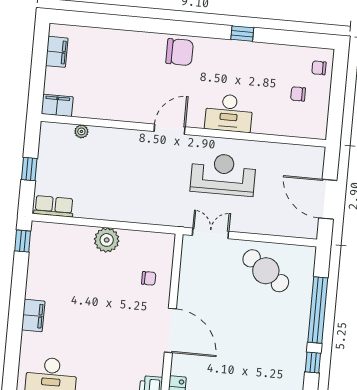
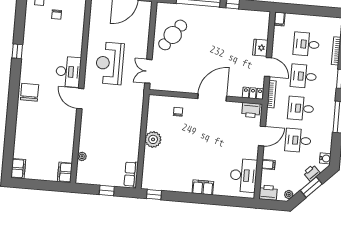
filing cabinet: (57, 52) -> (18, 169), moved, turned 90
desk: (229, 113) -> (68, 72), moved

